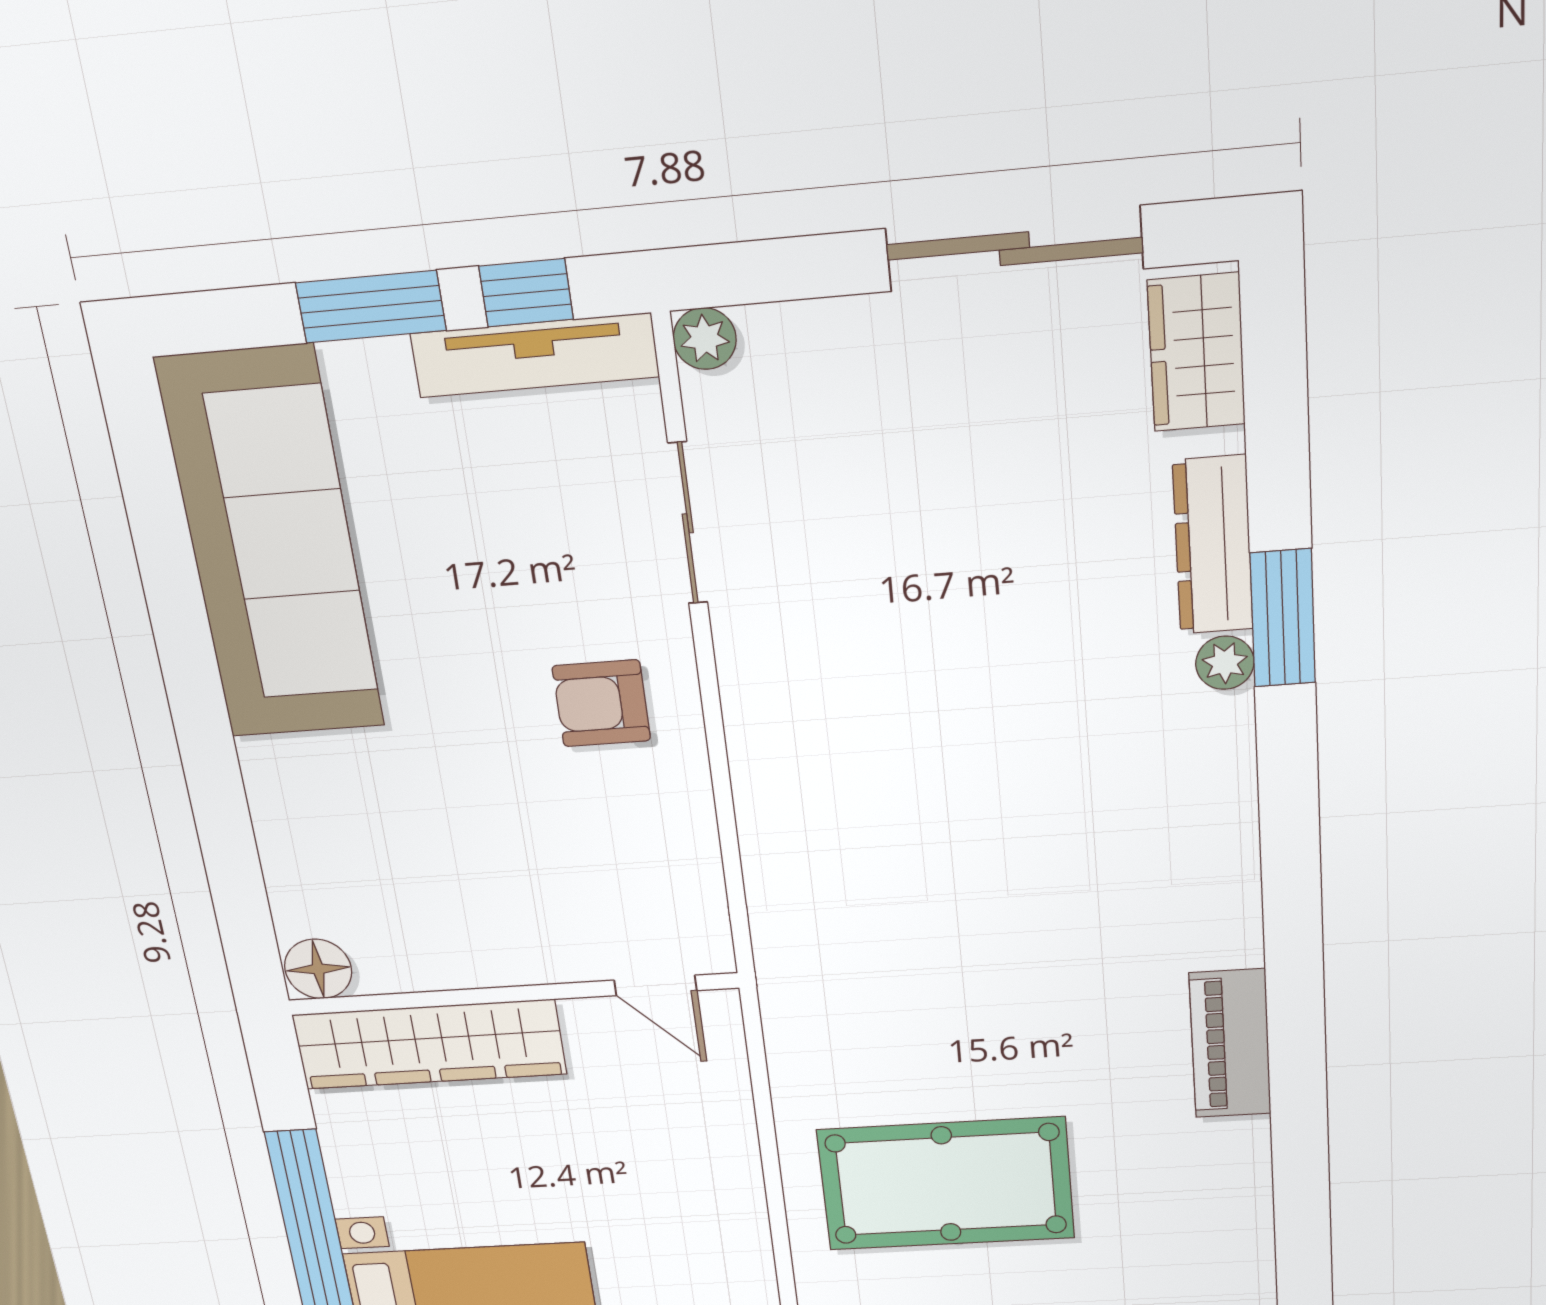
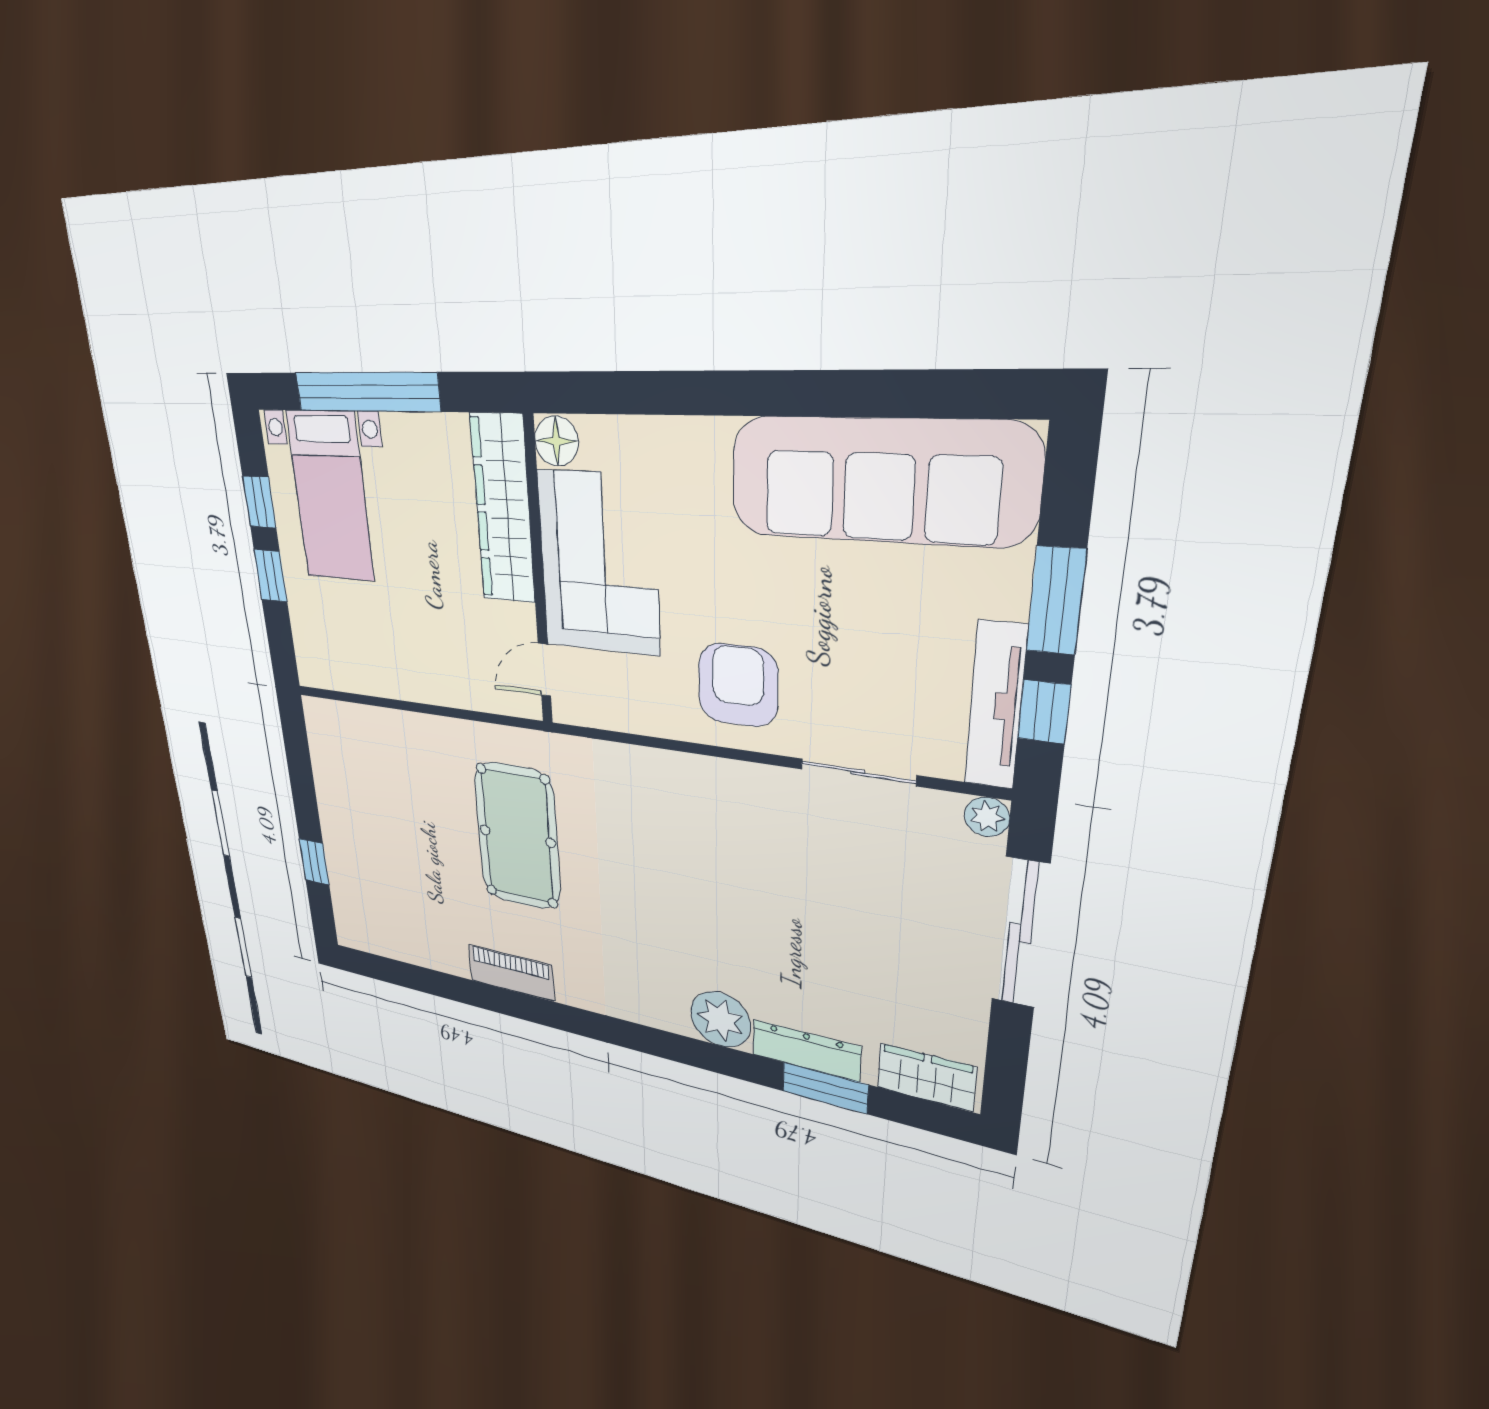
sliding door: (1014, 249) -> (1020, 933), moved
window: (1283, 618) -> (825, 1088), moved
plant: (1225, 663) -> (720, 1019), width x1.88, depth x1.88
armchair: (601, 703) -> (738, 685), width x1.38, depth x1.38
corner sofa: (473, 908) -> (599, 563), added
pool table: (946, 1184) -> (517, 836), moved

